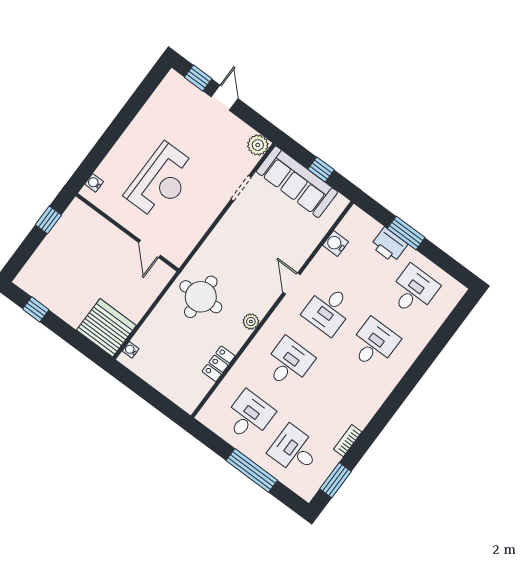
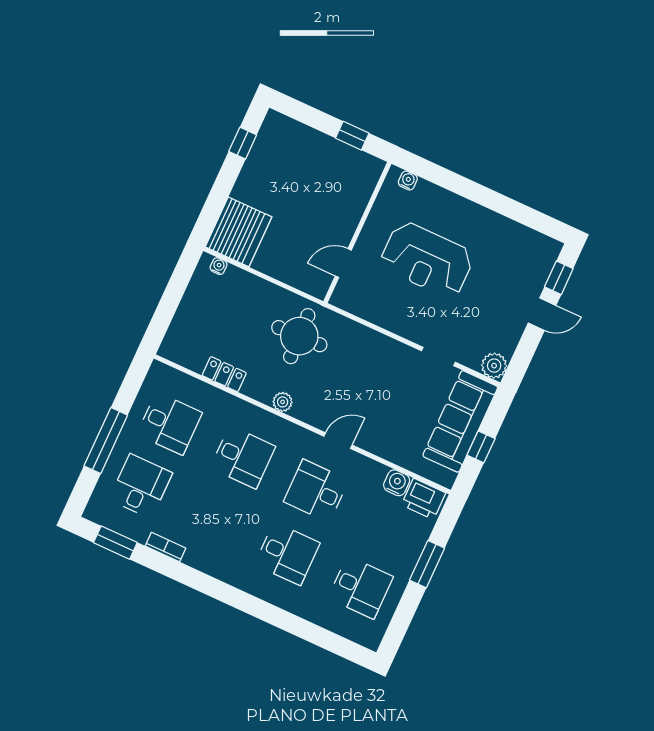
printer: (389, 245) -> (424, 499), moved, turned -90

